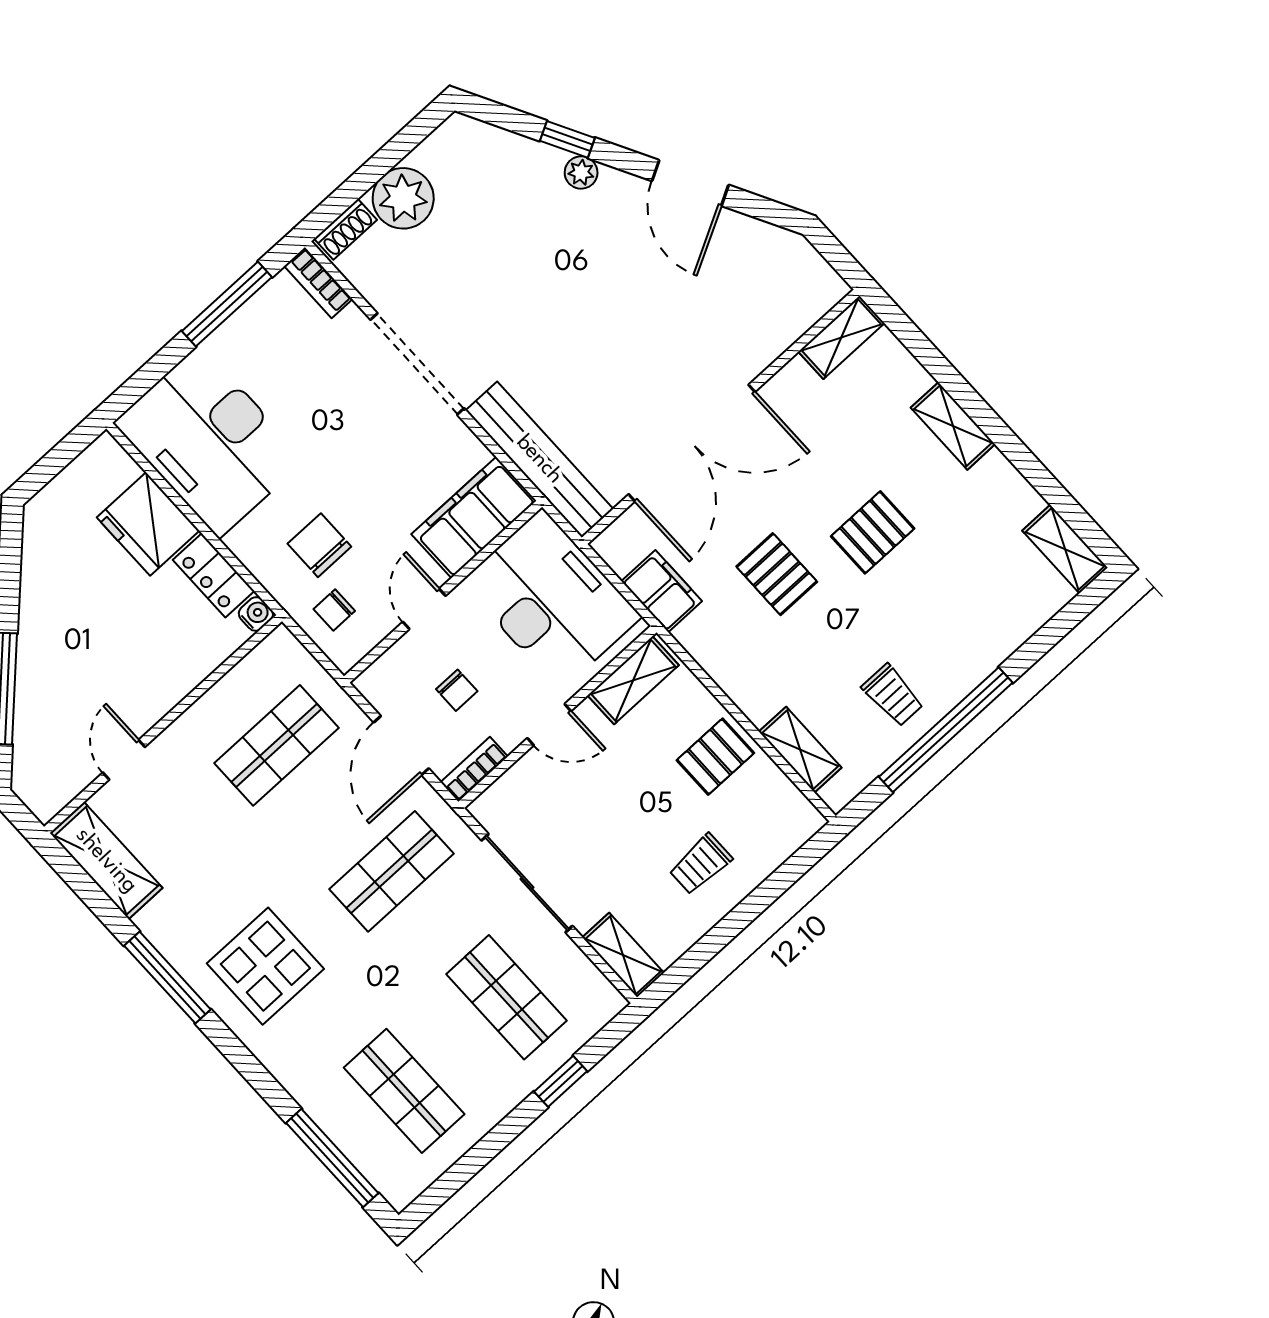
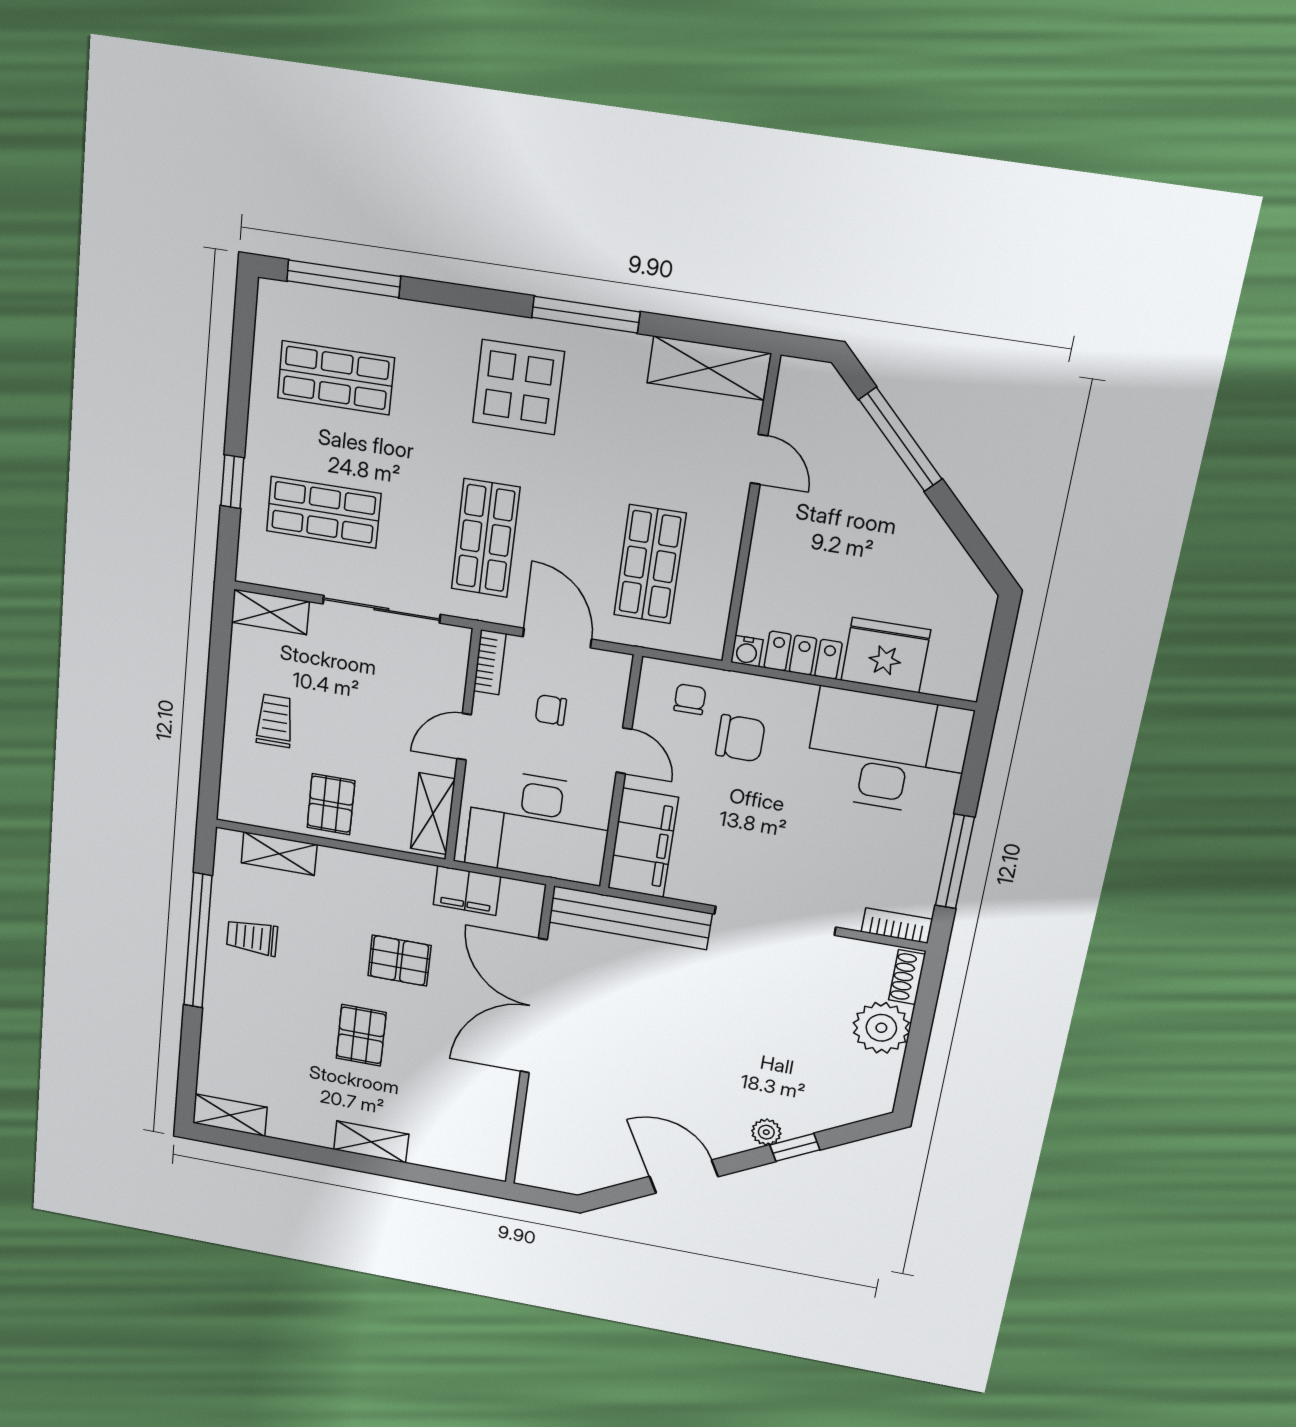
shelving: (841, 337) -> (494, 1147), removed

